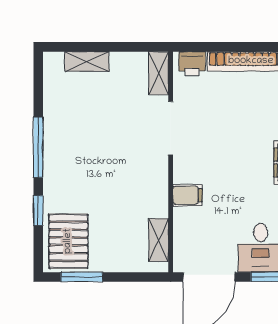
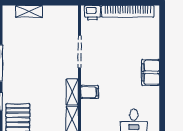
shelving: (159, 73) -> (72, 92), moved

